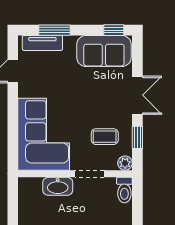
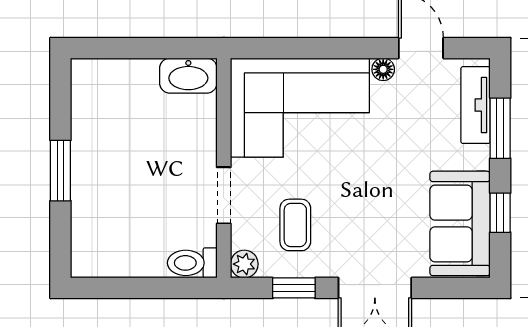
window: (114, 30) -> (500, 213), moved
floor lamp: (24, 91) -> (383, 69), added
washbasin: (58, 186) -> (188, 76), moved, turned -90

